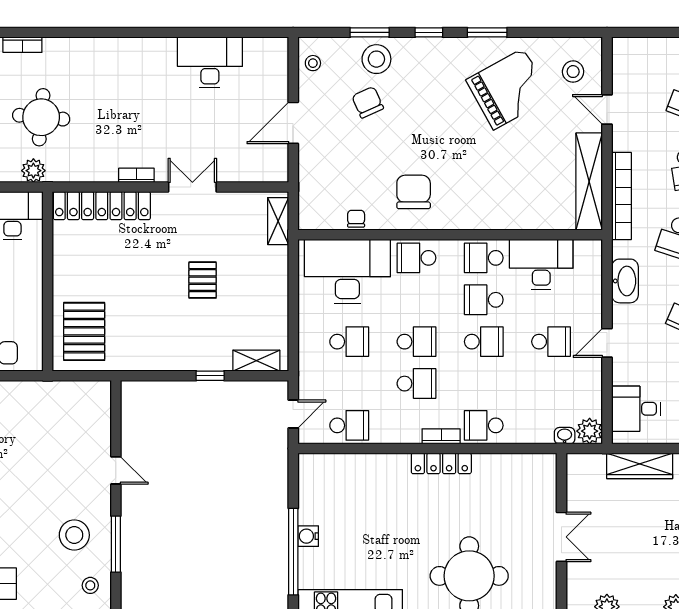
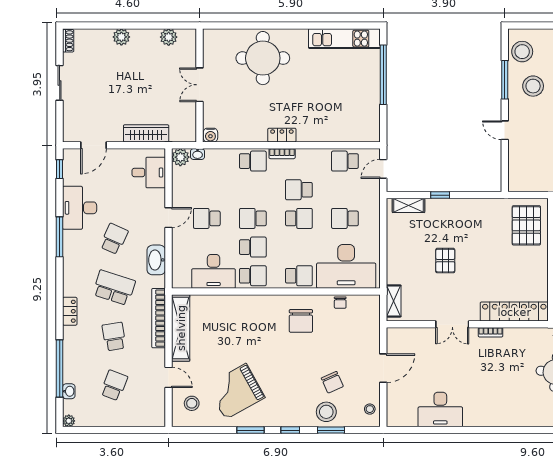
school desk: (416, 342) -> (299, 218), turned 180
locker: (441, 463) -> (282, 135), width x0.66
water cooler: (308, 536) -> (210, 135), moved, turned 90
stool: (90, 585) -> (522, 52), width x1.89, depth x1.89

